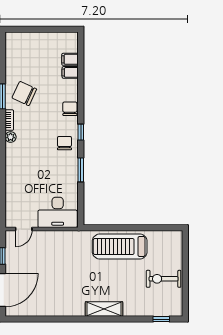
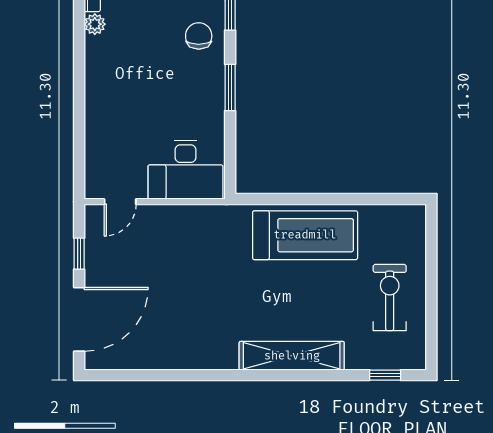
treadmill: (120, 246) -> (305, 235), turned 180
exercise bike: (164, 279) -> (390, 298), turned 90
shelving: (104, 309) -> (292, 356), width x1.47

